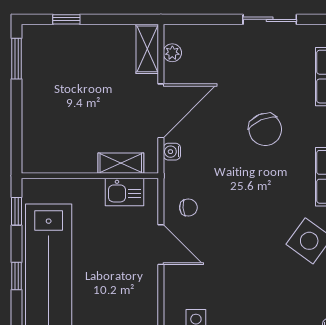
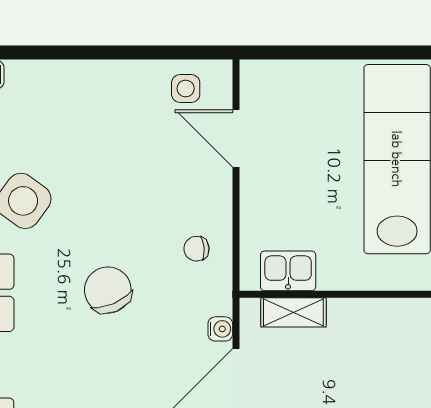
chair: (265, 129) -> (108, 290), moved
door: (161, 245) -> (236, 138), moved

